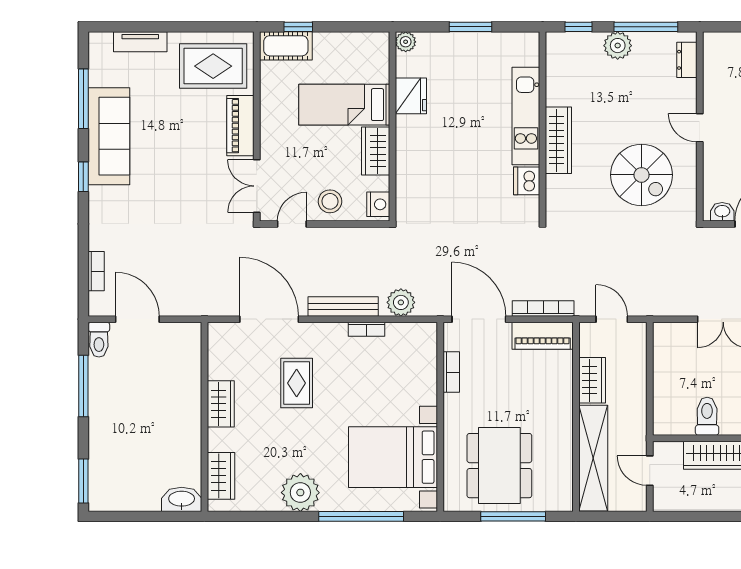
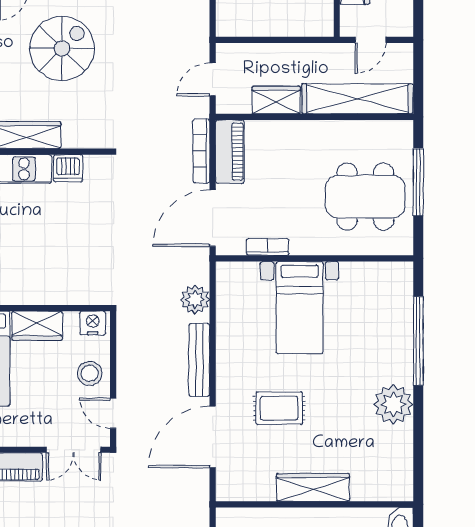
bookcase: (366, 329) -> (223, 335), removed
wardrobe: (221, 404) -> (313, 487), width x1.50
bed with nightstands: (393, 457) -> (300, 308), moved, width x0.73
wardrobe: (221, 476) -> (376, 487), removed

